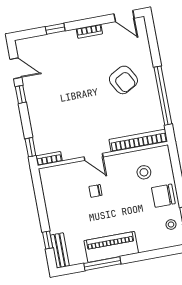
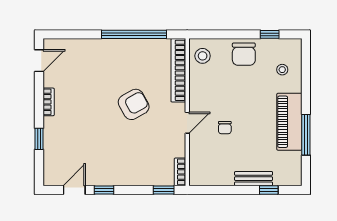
armchair: (123, 80) -> (134, 104), moved
stool: (144, 172) -> (203, 56), moved
stool: (171, 224) -> (282, 70), moved
bench: (60, 250) -> (254, 179), moved

